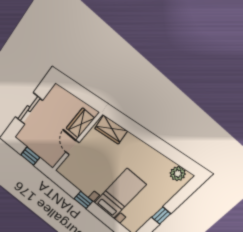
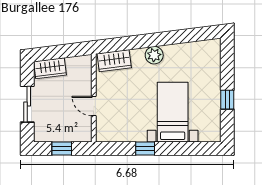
wardrobe: (80, 123) -> (50, 68), moved, turned -97
plant: (178, 174) -> (154, 55), moved

